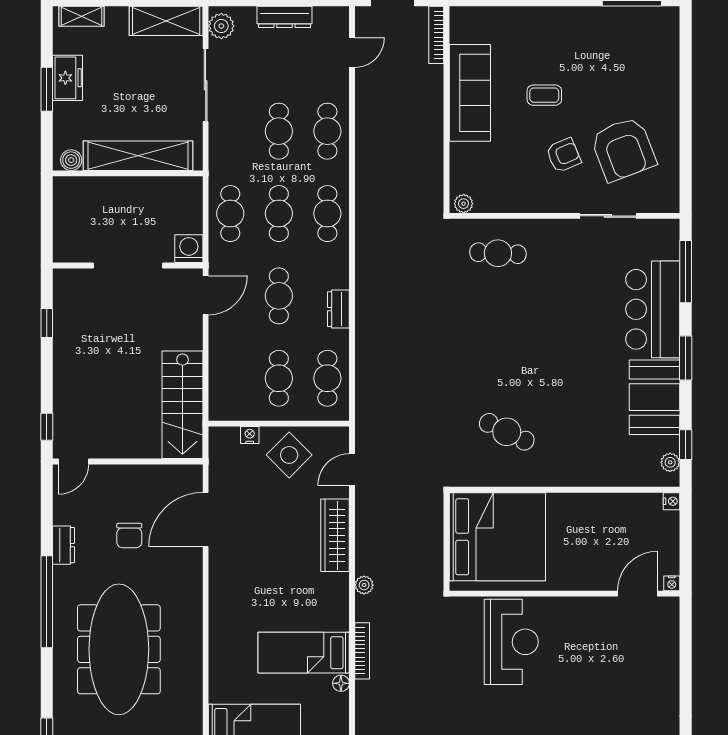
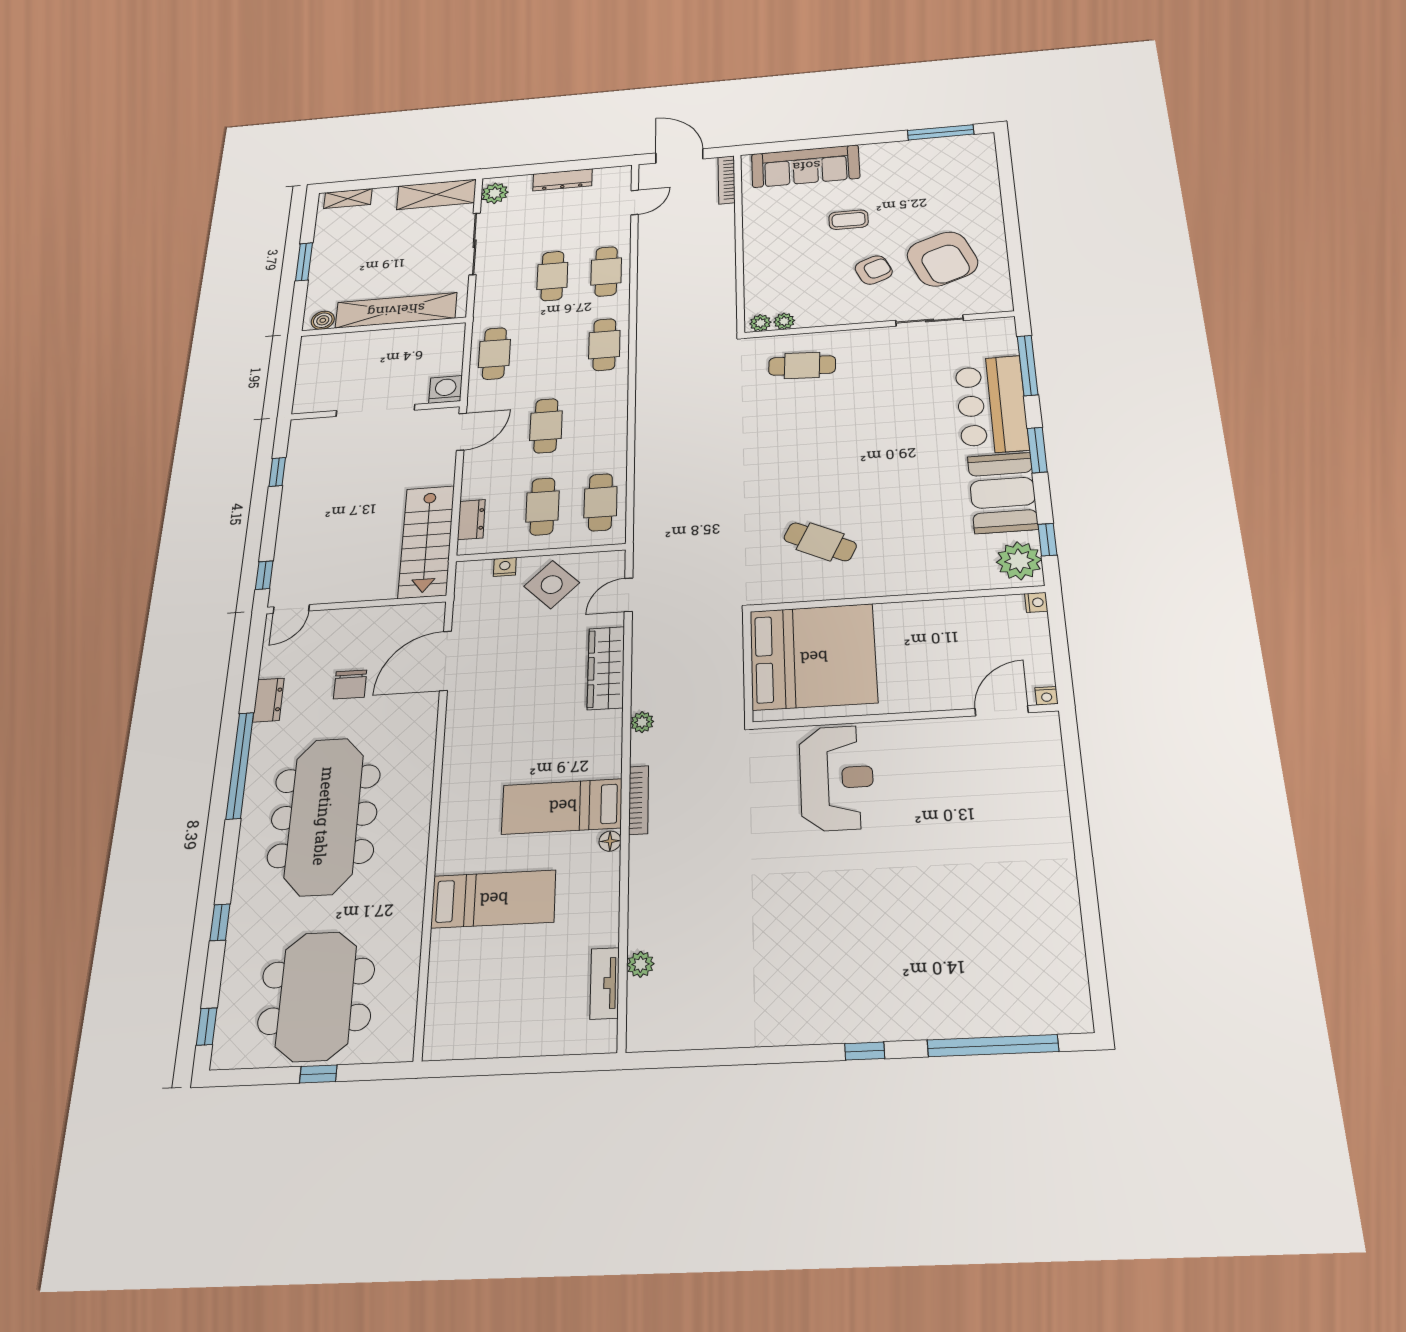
freezer: (67, 78) -> (327, 250), removed
sofa: (470, 93) -> (806, 166), moved, turned 90
plant: (484, 204) -> (784, 321), added
cafe table: (279, 214) -> (549, 349), removed
dresser: (338, 309) -> (471, 520), moved, turned 180
plant: (670, 462) -> (1019, 561), width x1.87, depth x1.87

